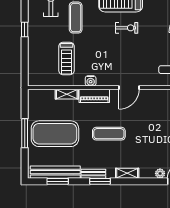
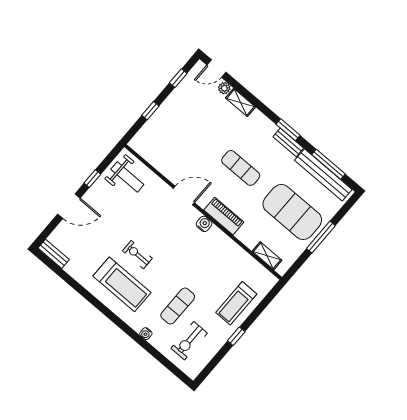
treadmill: (66, 58) -> (236, 303), moved, turned 180
water cooler: (91, 81) -> (204, 224), moved
shelving: (67, 94) -> (267, 256), moved
shelving: (127, 173) -> (241, 102), moved
window: (58, 181) -> (329, 164), width x1.44

